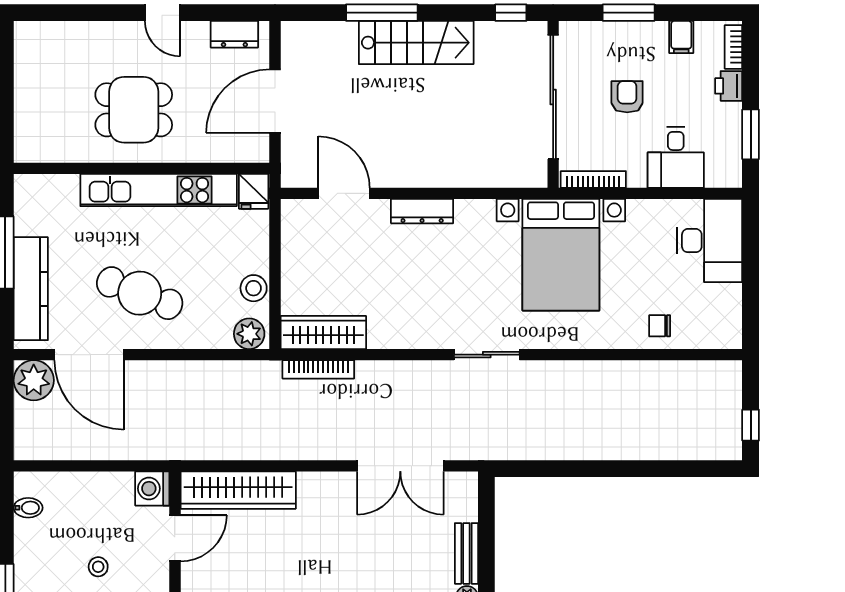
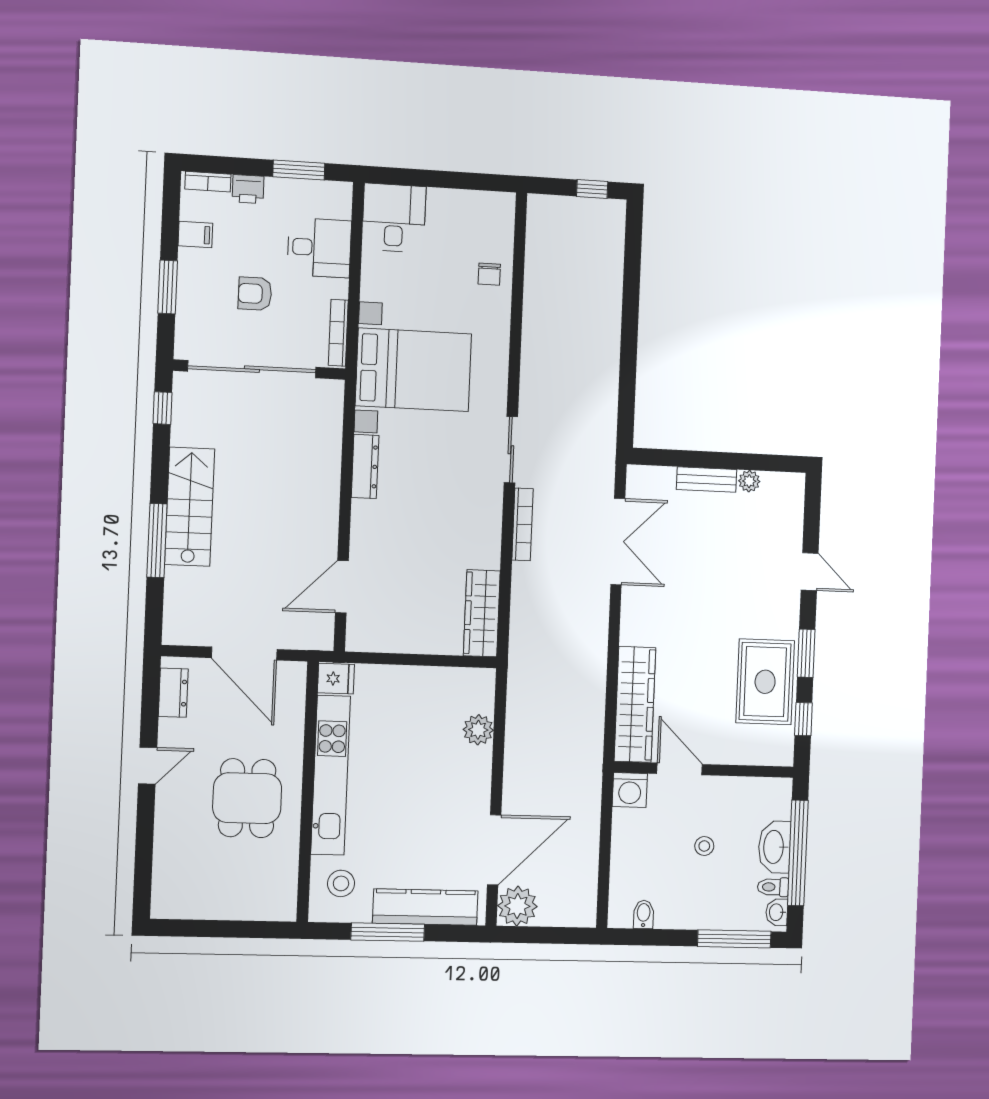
dresser: (422, 211) -> (365, 466), moved
desk: (709, 241) -> (394, 218), width x0.73
stool: (254, 288) -> (341, 883), moved
cafe table: (140, 293) -> (434, 797), removed
plant: (249, 334) -> (478, 730), moved
bookcase: (318, 369) -> (523, 524), moved

